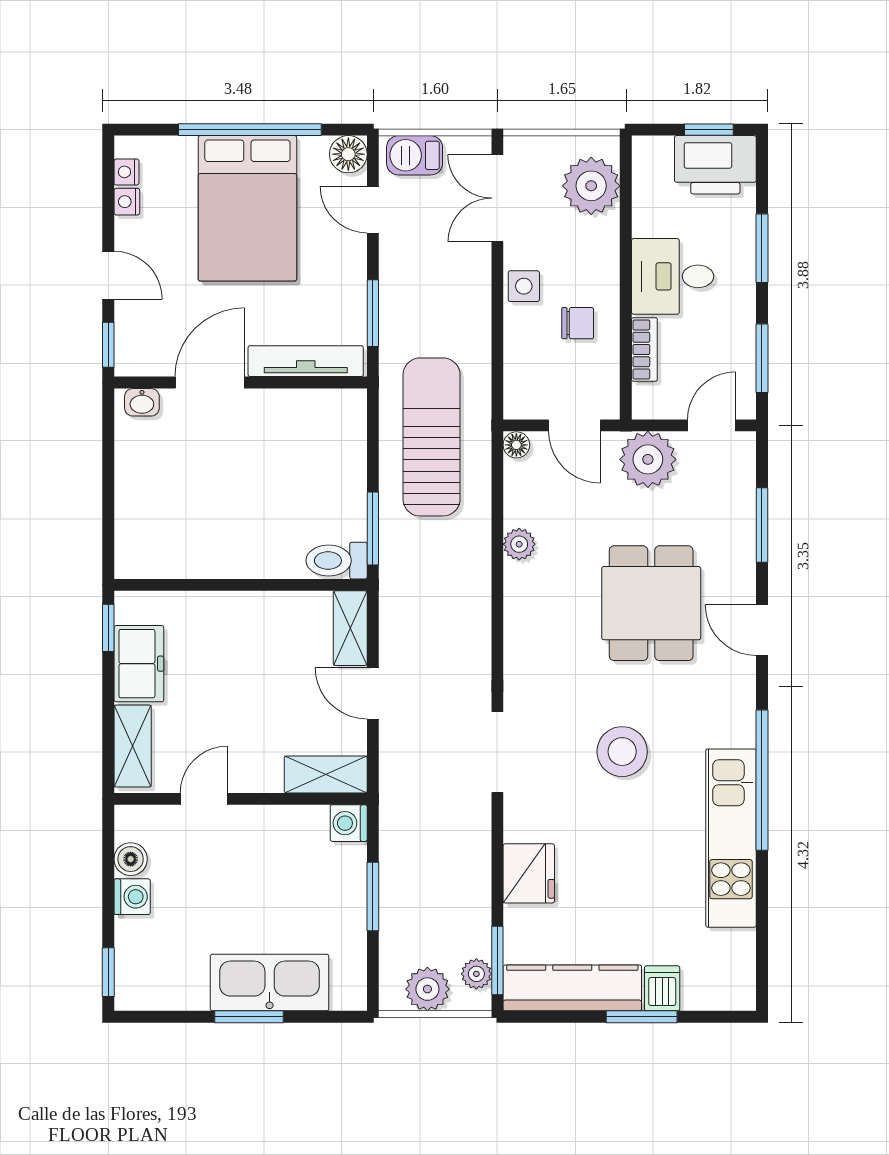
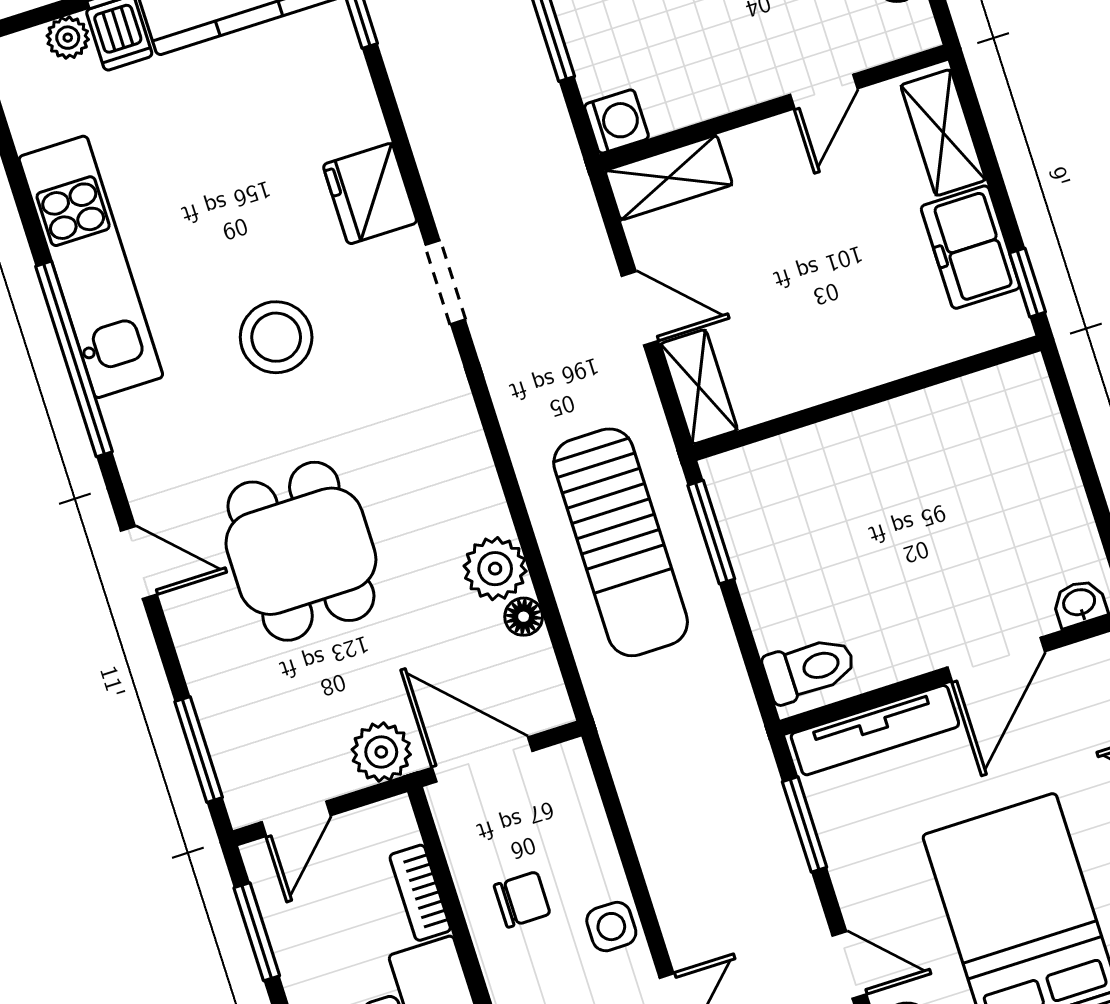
chair: (578, 323) -> (522, 900), turned 180
door: (574, 425) -> (482, 759), width x1.38
sun lounger: (432, 437) -> (621, 542), moved
floor lamp: (516, 445) -> (524, 617), moved
plant: (648, 459) -> (381, 752), width x0.73, depth x0.73
window: (762, 525) -> (199, 749), moved
plant: (519, 544) -> (495, 569), width x1.38, depth x1.38
toilet: (337, 561) -> (809, 669), moved
doorway: (497, 752) -> (445, 282), width x0.73
fridge: (529, 873) -> (370, 194), moved
plant: (698, 996) -> (68, 38), added

